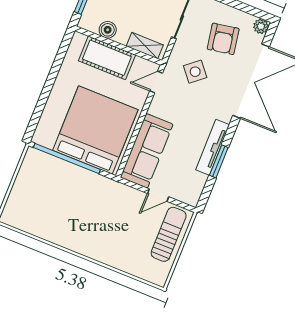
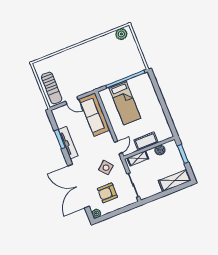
armchair: (223, 39) -> (107, 193), turned -80
cot: (107, 58) -> (146, 141), width x0.73, depth x0.75
bed: (95, 130) -> (125, 103), width x0.49
door: (158, 195) -> (72, 100), swing flipped
plant: (19, 219) -> (121, 34), added

